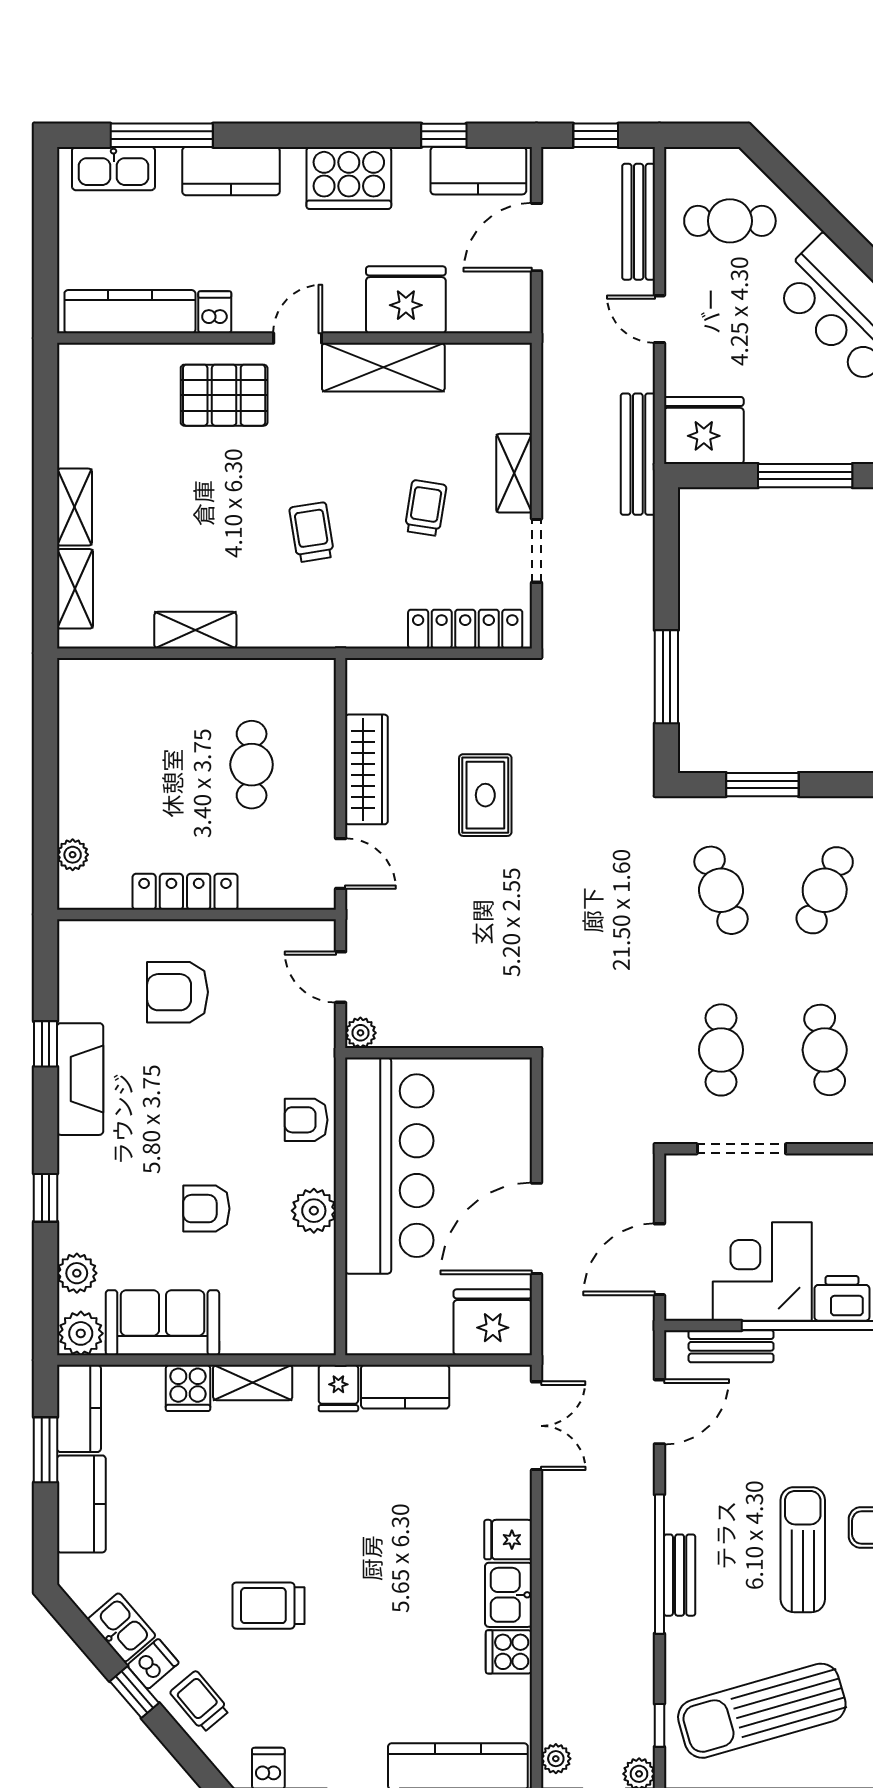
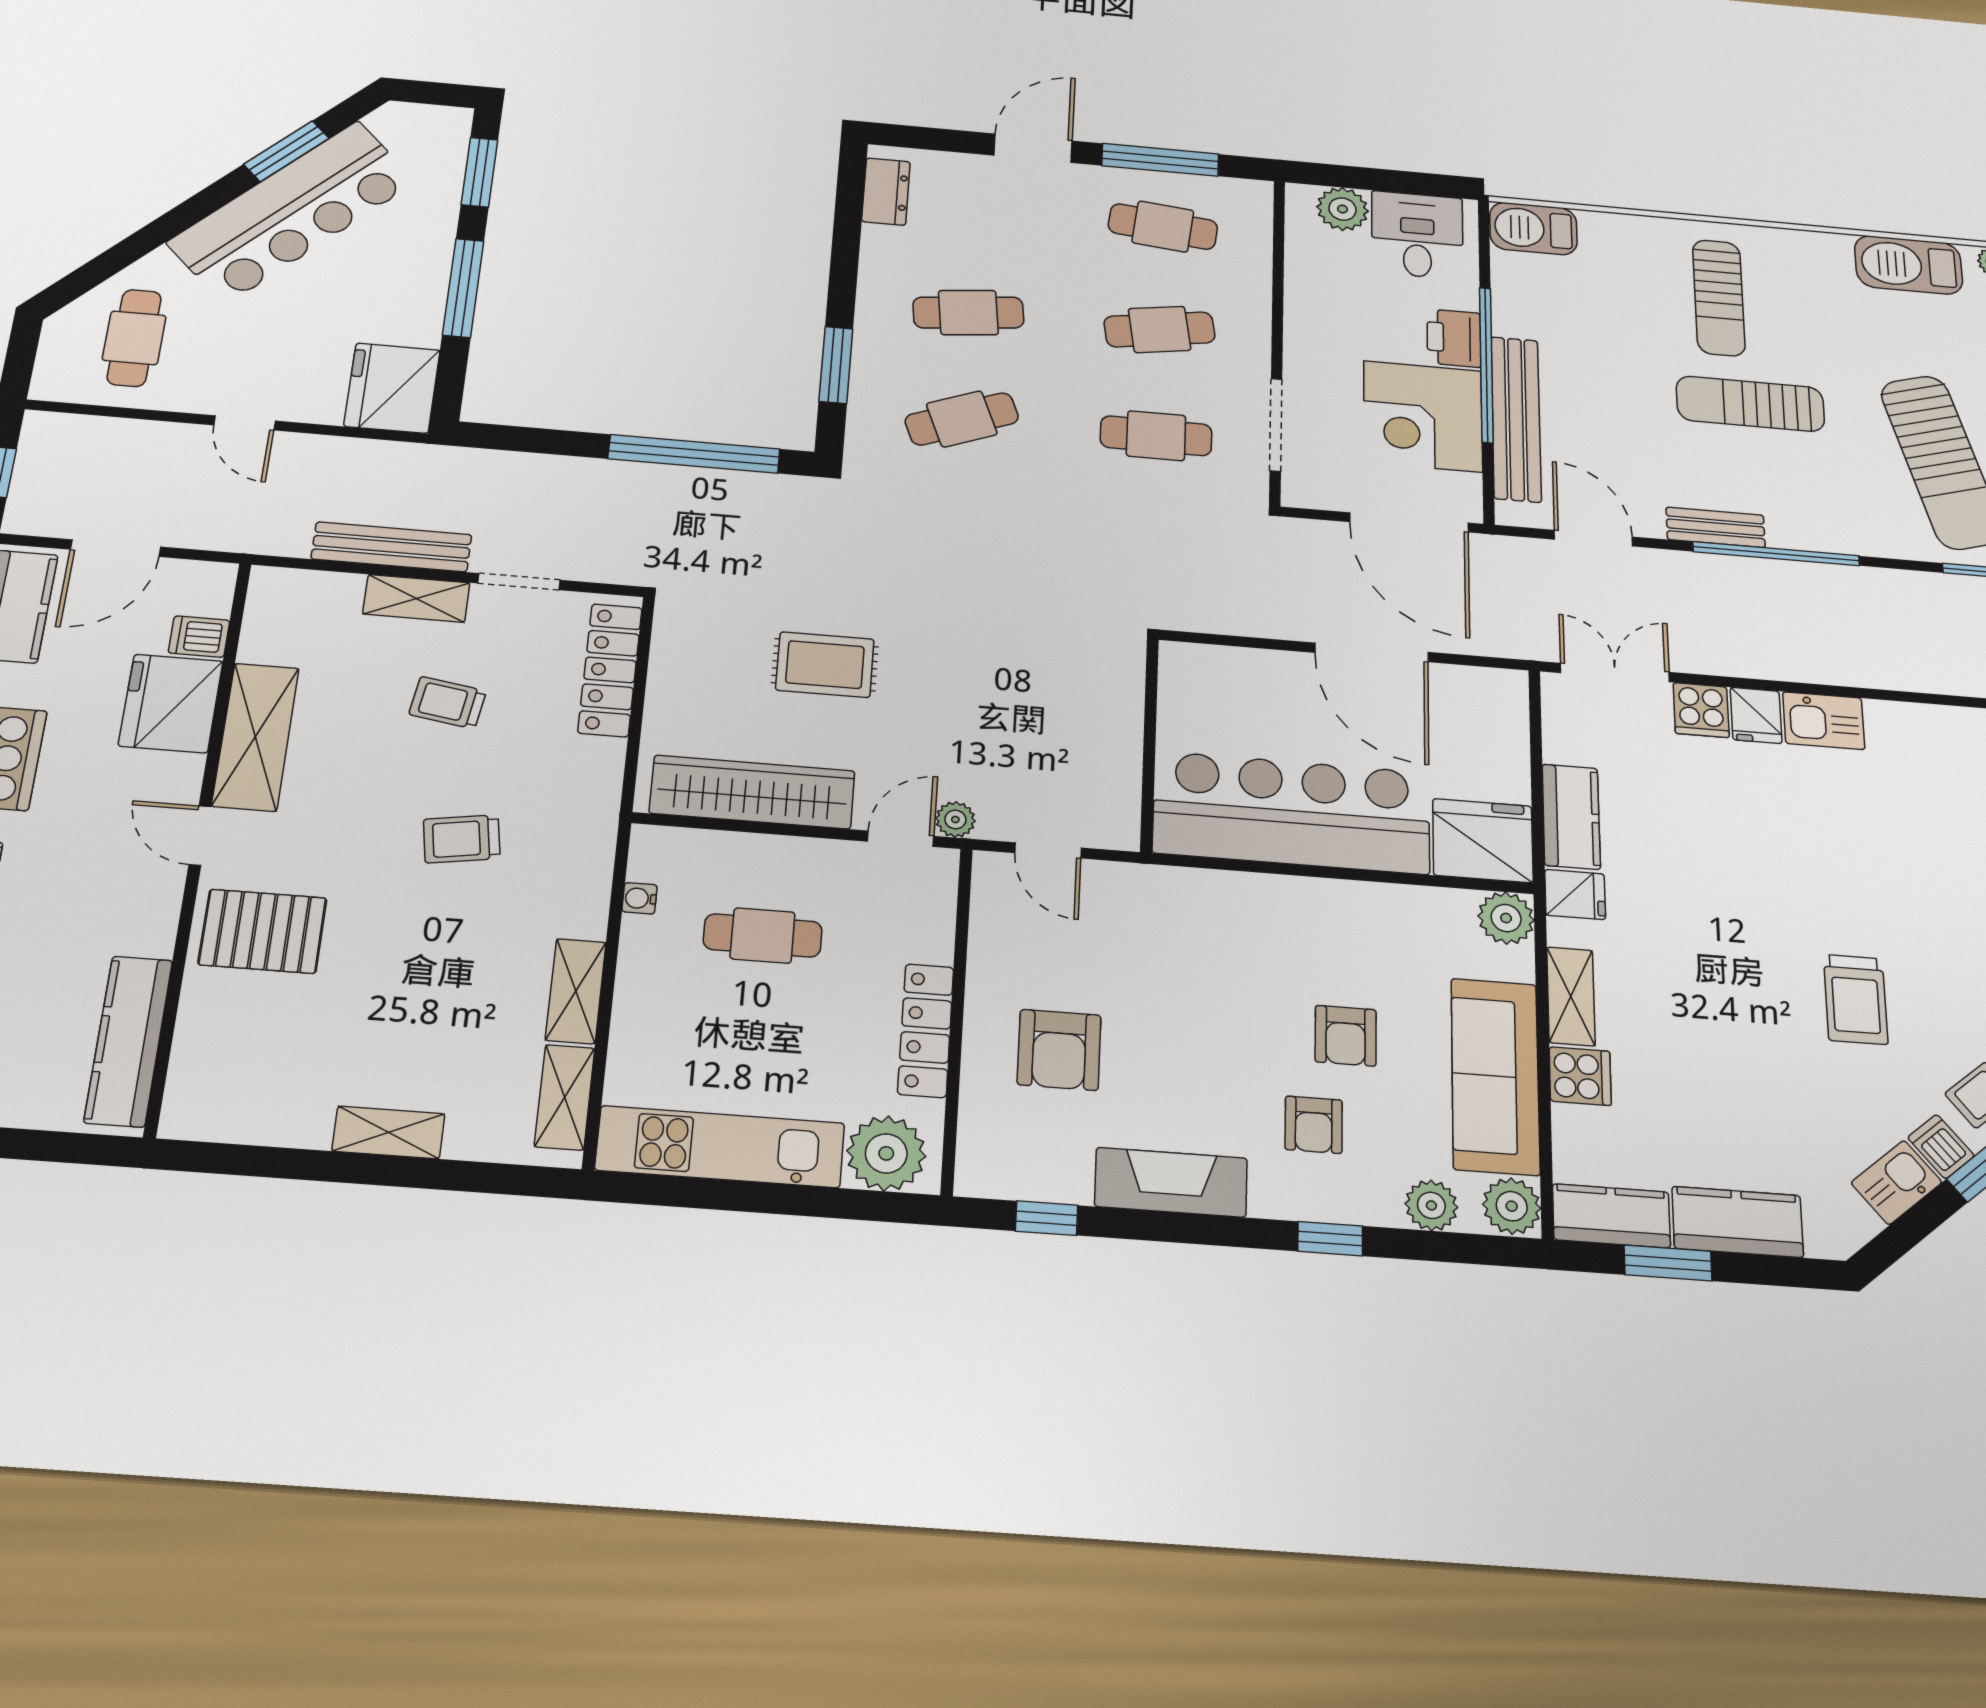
bench: (639, 222) -> (117, 435), removed
door: (536, 237) -> (116, 548), hinge flipped
dishwasher: (215, 312) -> (199, 637), moved
door: (659, 319) -> (245, 423), hinge flipped
pallet: (224, 395) -> (263, 931), turned 90
bench: (638, 454) -> (392, 547), moved
shelving: (75, 589) -> (565, 1097), moved, turned 90
water cooler: (274, 670) -> (640, 898), added
window: (666, 677) -> (694, 454), width x1.46
kitchen unit: (82, 747) -> (720, 1147), added
wardrobe: (366, 769) -> (752, 792), width x1.40, depth x1.17
plant: (73, 855) -> (886, 1153), width x1.88, depth x1.88
cafe table: (825, 890) -> (968, 313), turned -30
door: (341, 977) -> (1048, 850), hinge flipped
plant: (360, 1033) -> (955, 820), moved
window: (45, 1044) -> (1047, 1218), moved
armchair: (306, 1120) -> (1314, 1125), moved
plant: (314, 1211) -> (1506, 918), moved
door: (659, 1259) -> (1409, 522), width x1.36
fridge: (493, 1322) -> (1483, 841), moved, turned 90
sofa: (162, 1323) -> (1495, 1076), width x1.36
bench: (731, 1346) -> (1516, 419), width x1.86, depth x1.21
bench: (680, 1575) -> (1716, 527), moved
cooker: (509, 1652) -> (1701, 710), moved

